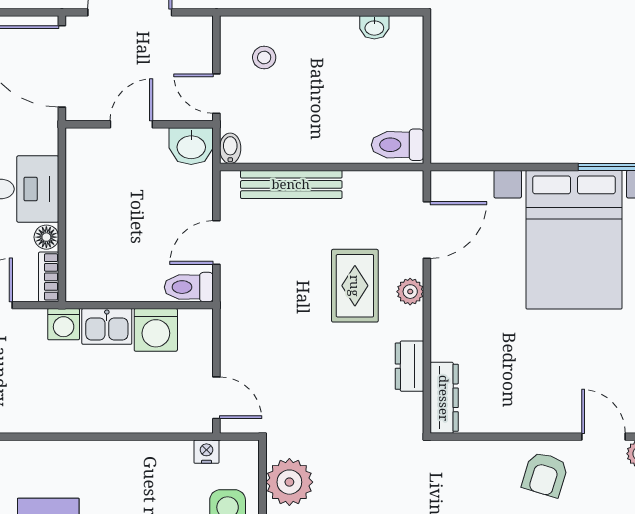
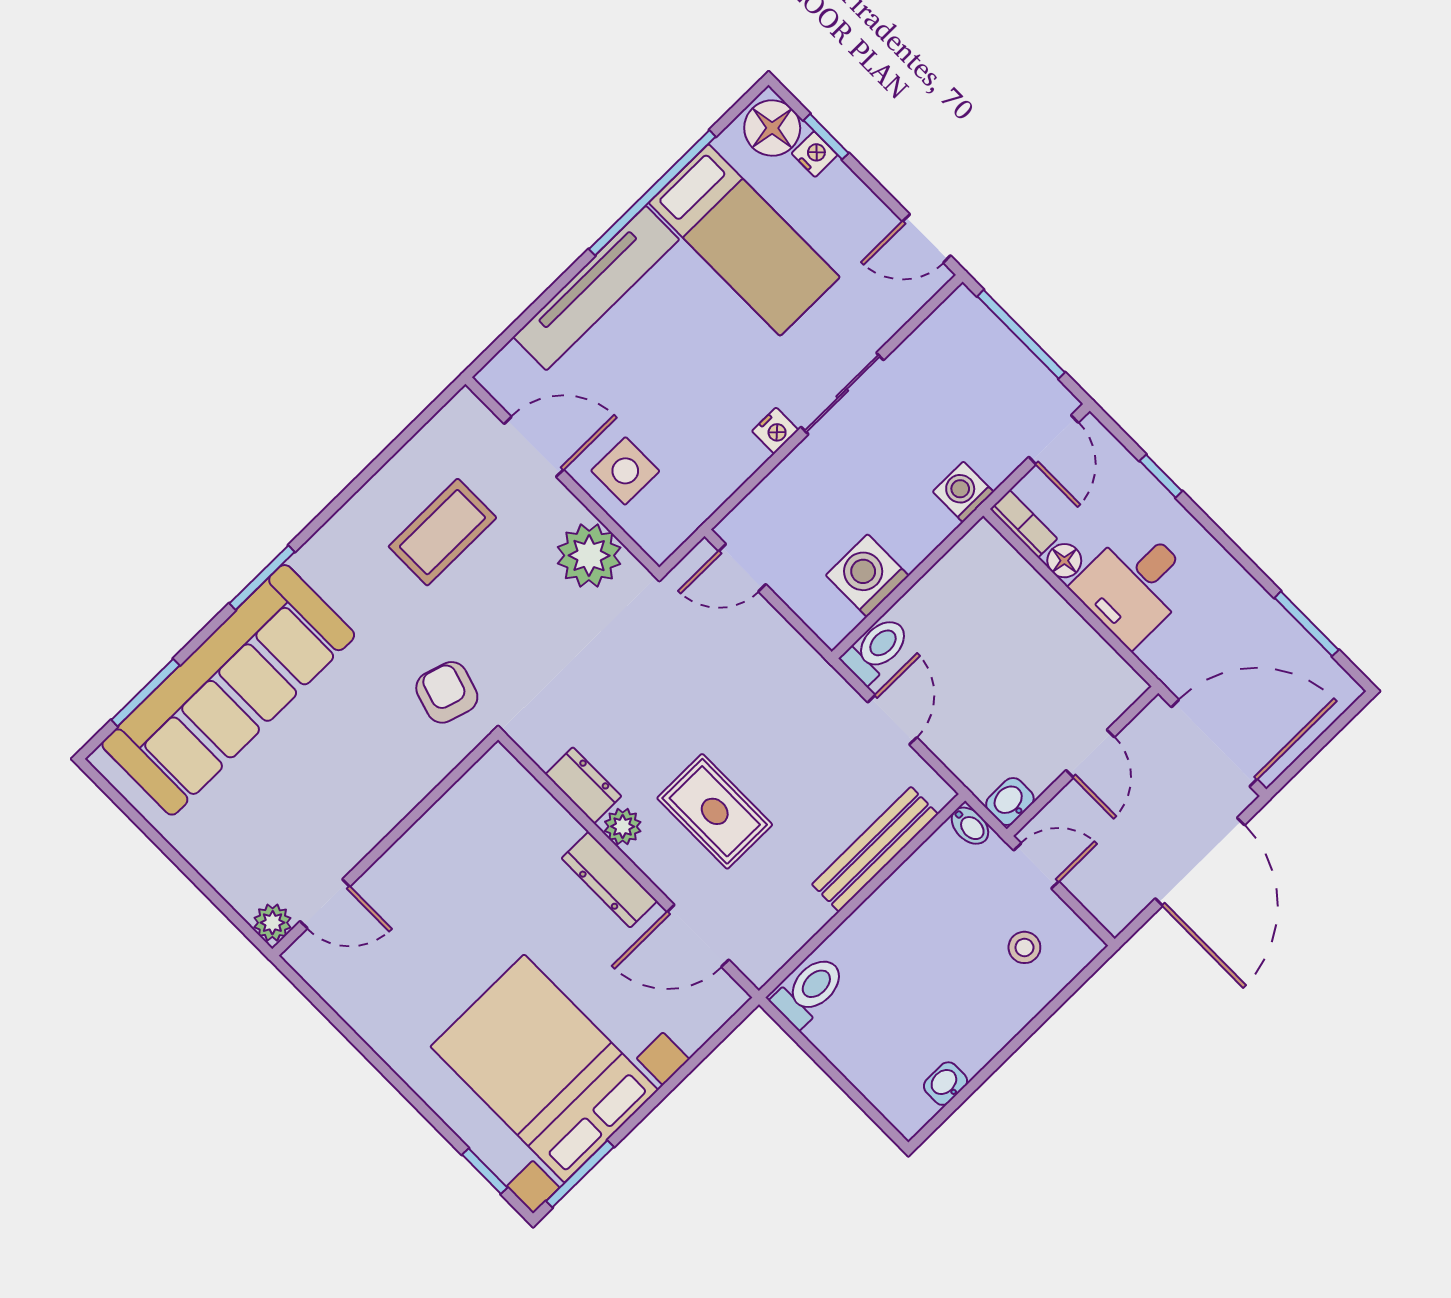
washbasin: (191, 146) -> (1010, 801), width x0.72, depth x0.69
door: (427, 230) -> (698, 936), hinge flipped
plant: (410, 292) -> (623, 827), moved
kitchen sink: (107, 326) -> (919, 532), removed
dresser: (444, 398) -> (609, 880), moved
sliding door: (76, 437) -> (842, 394), added
nightstand: (206, 452) -> (775, 431), moved
armchair: (545, 474) -> (447, 692), moved

